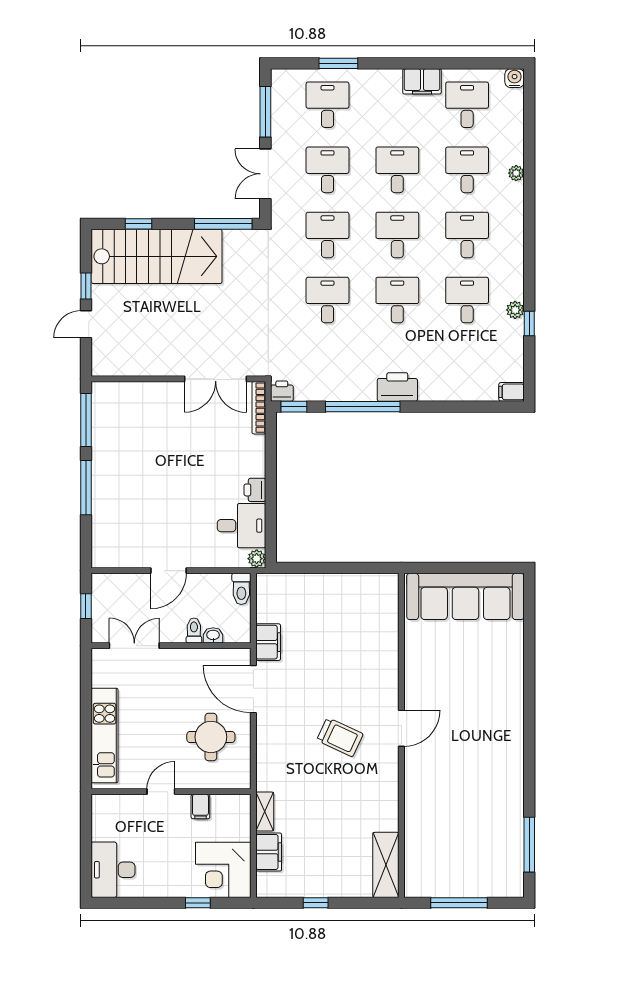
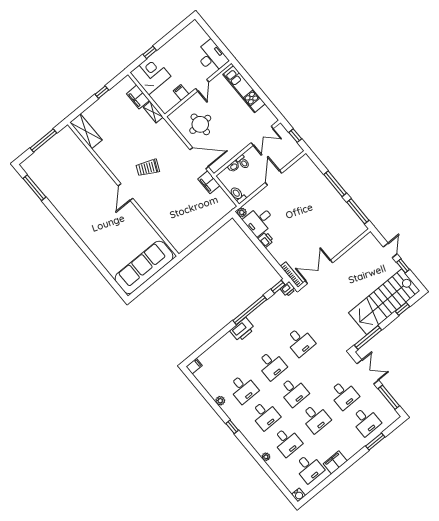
desk: (327, 235) -> (322, 368), removed
window: (529, 324) -> (232, 427), moved
desk: (113, 870) -> (211, 57), moved

